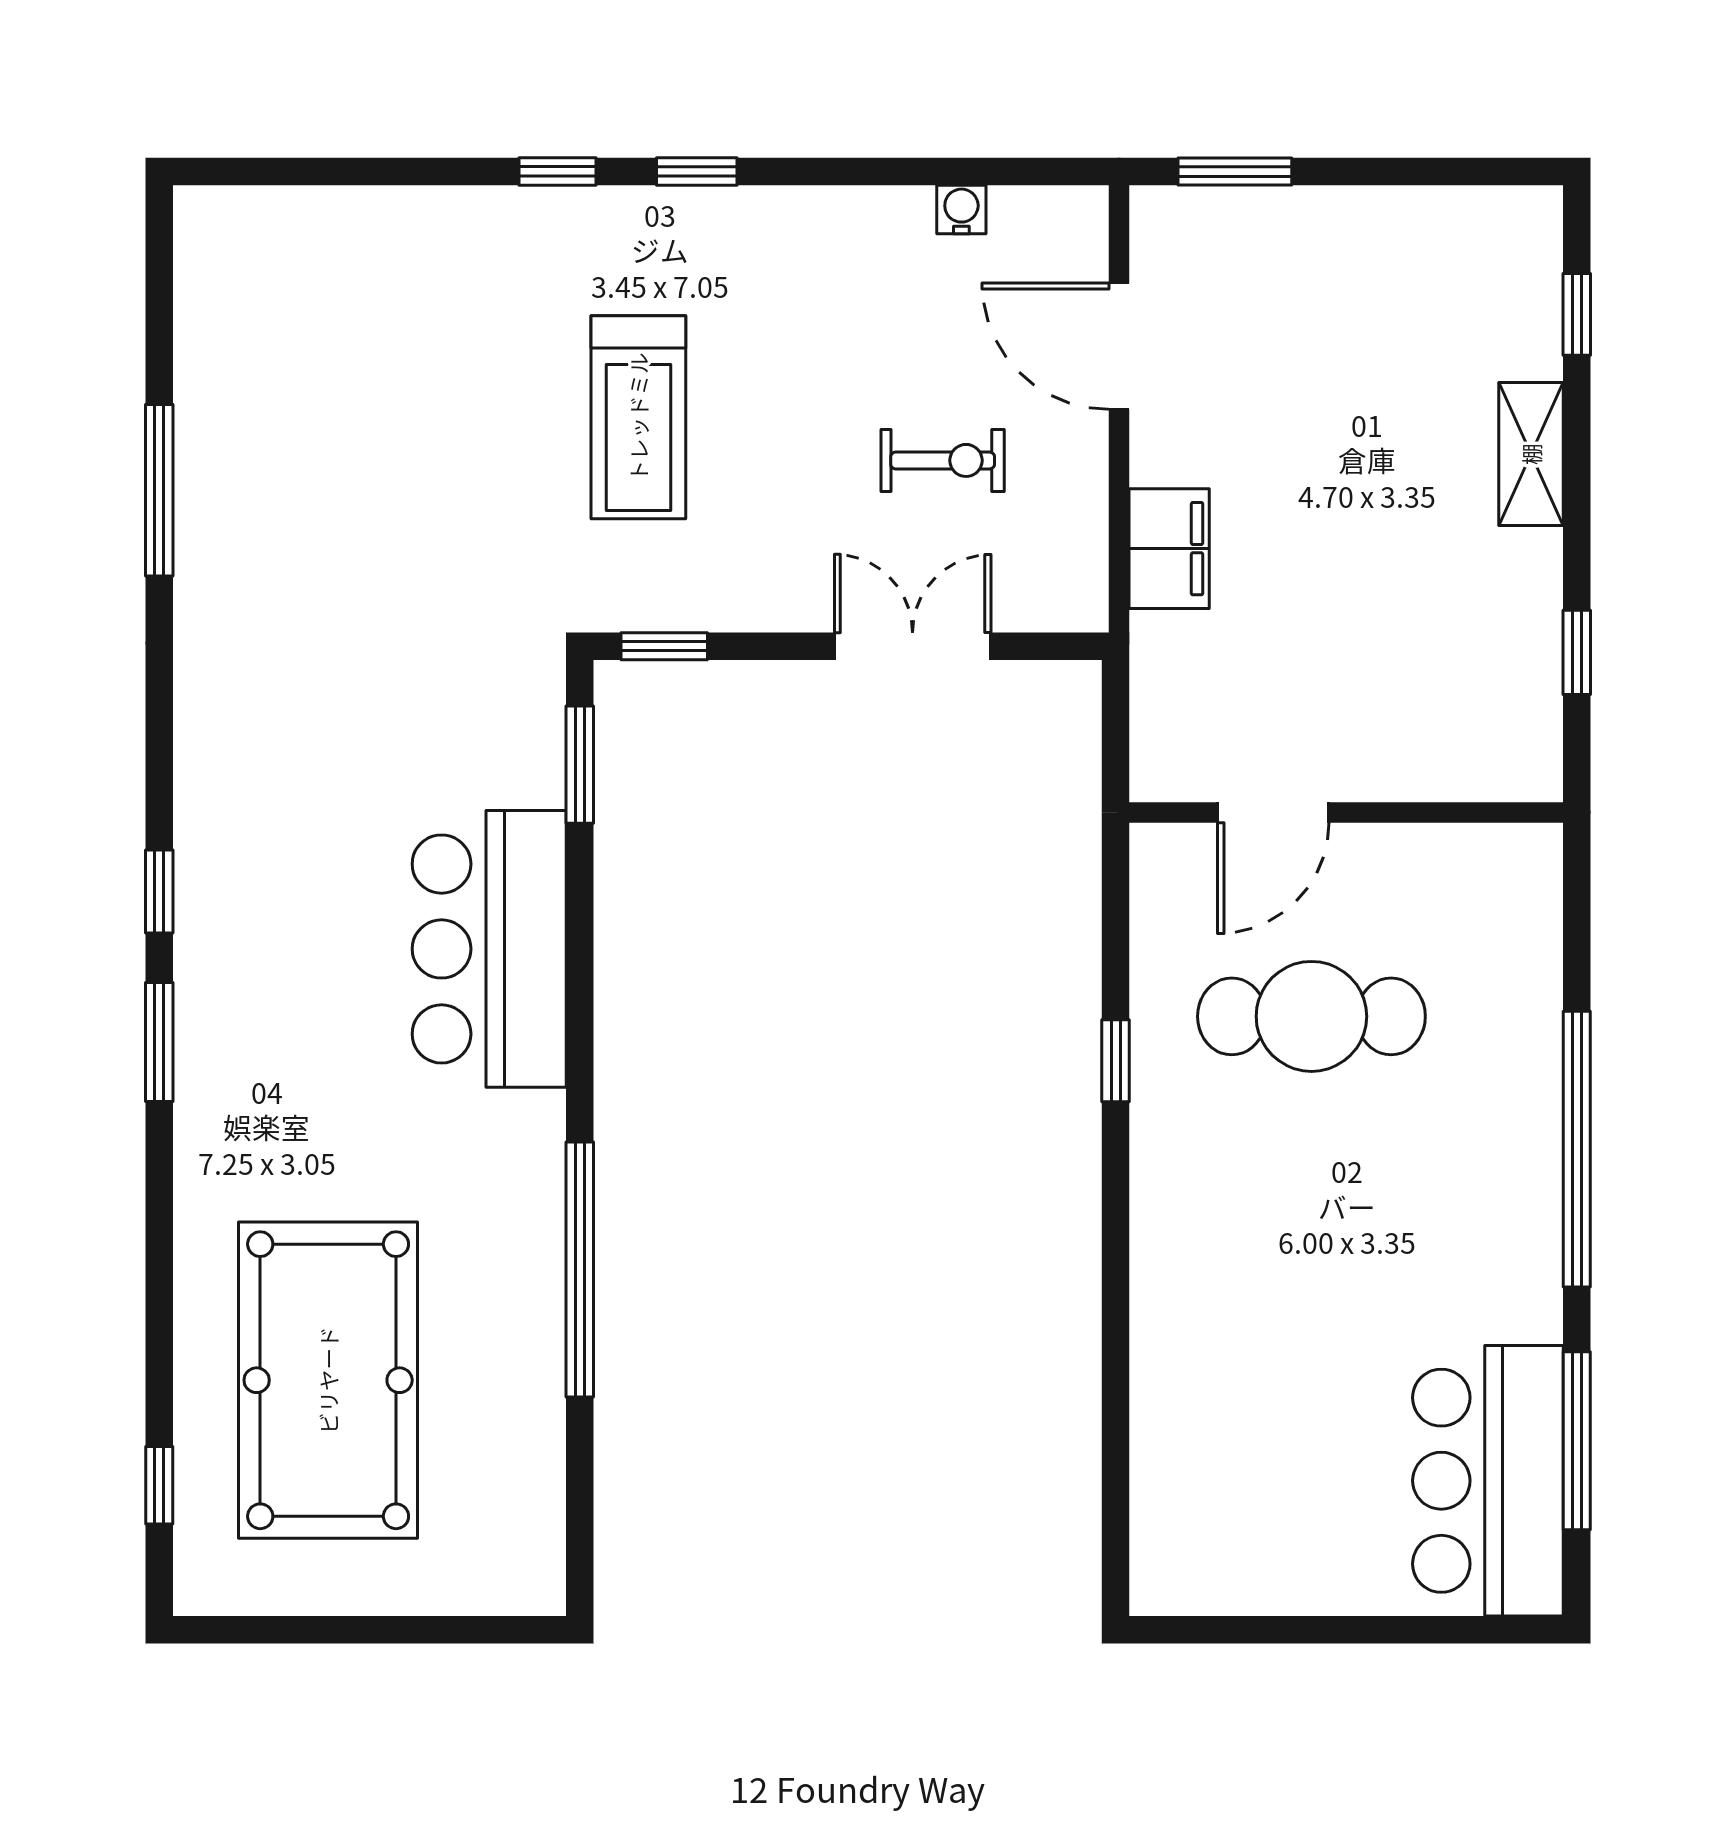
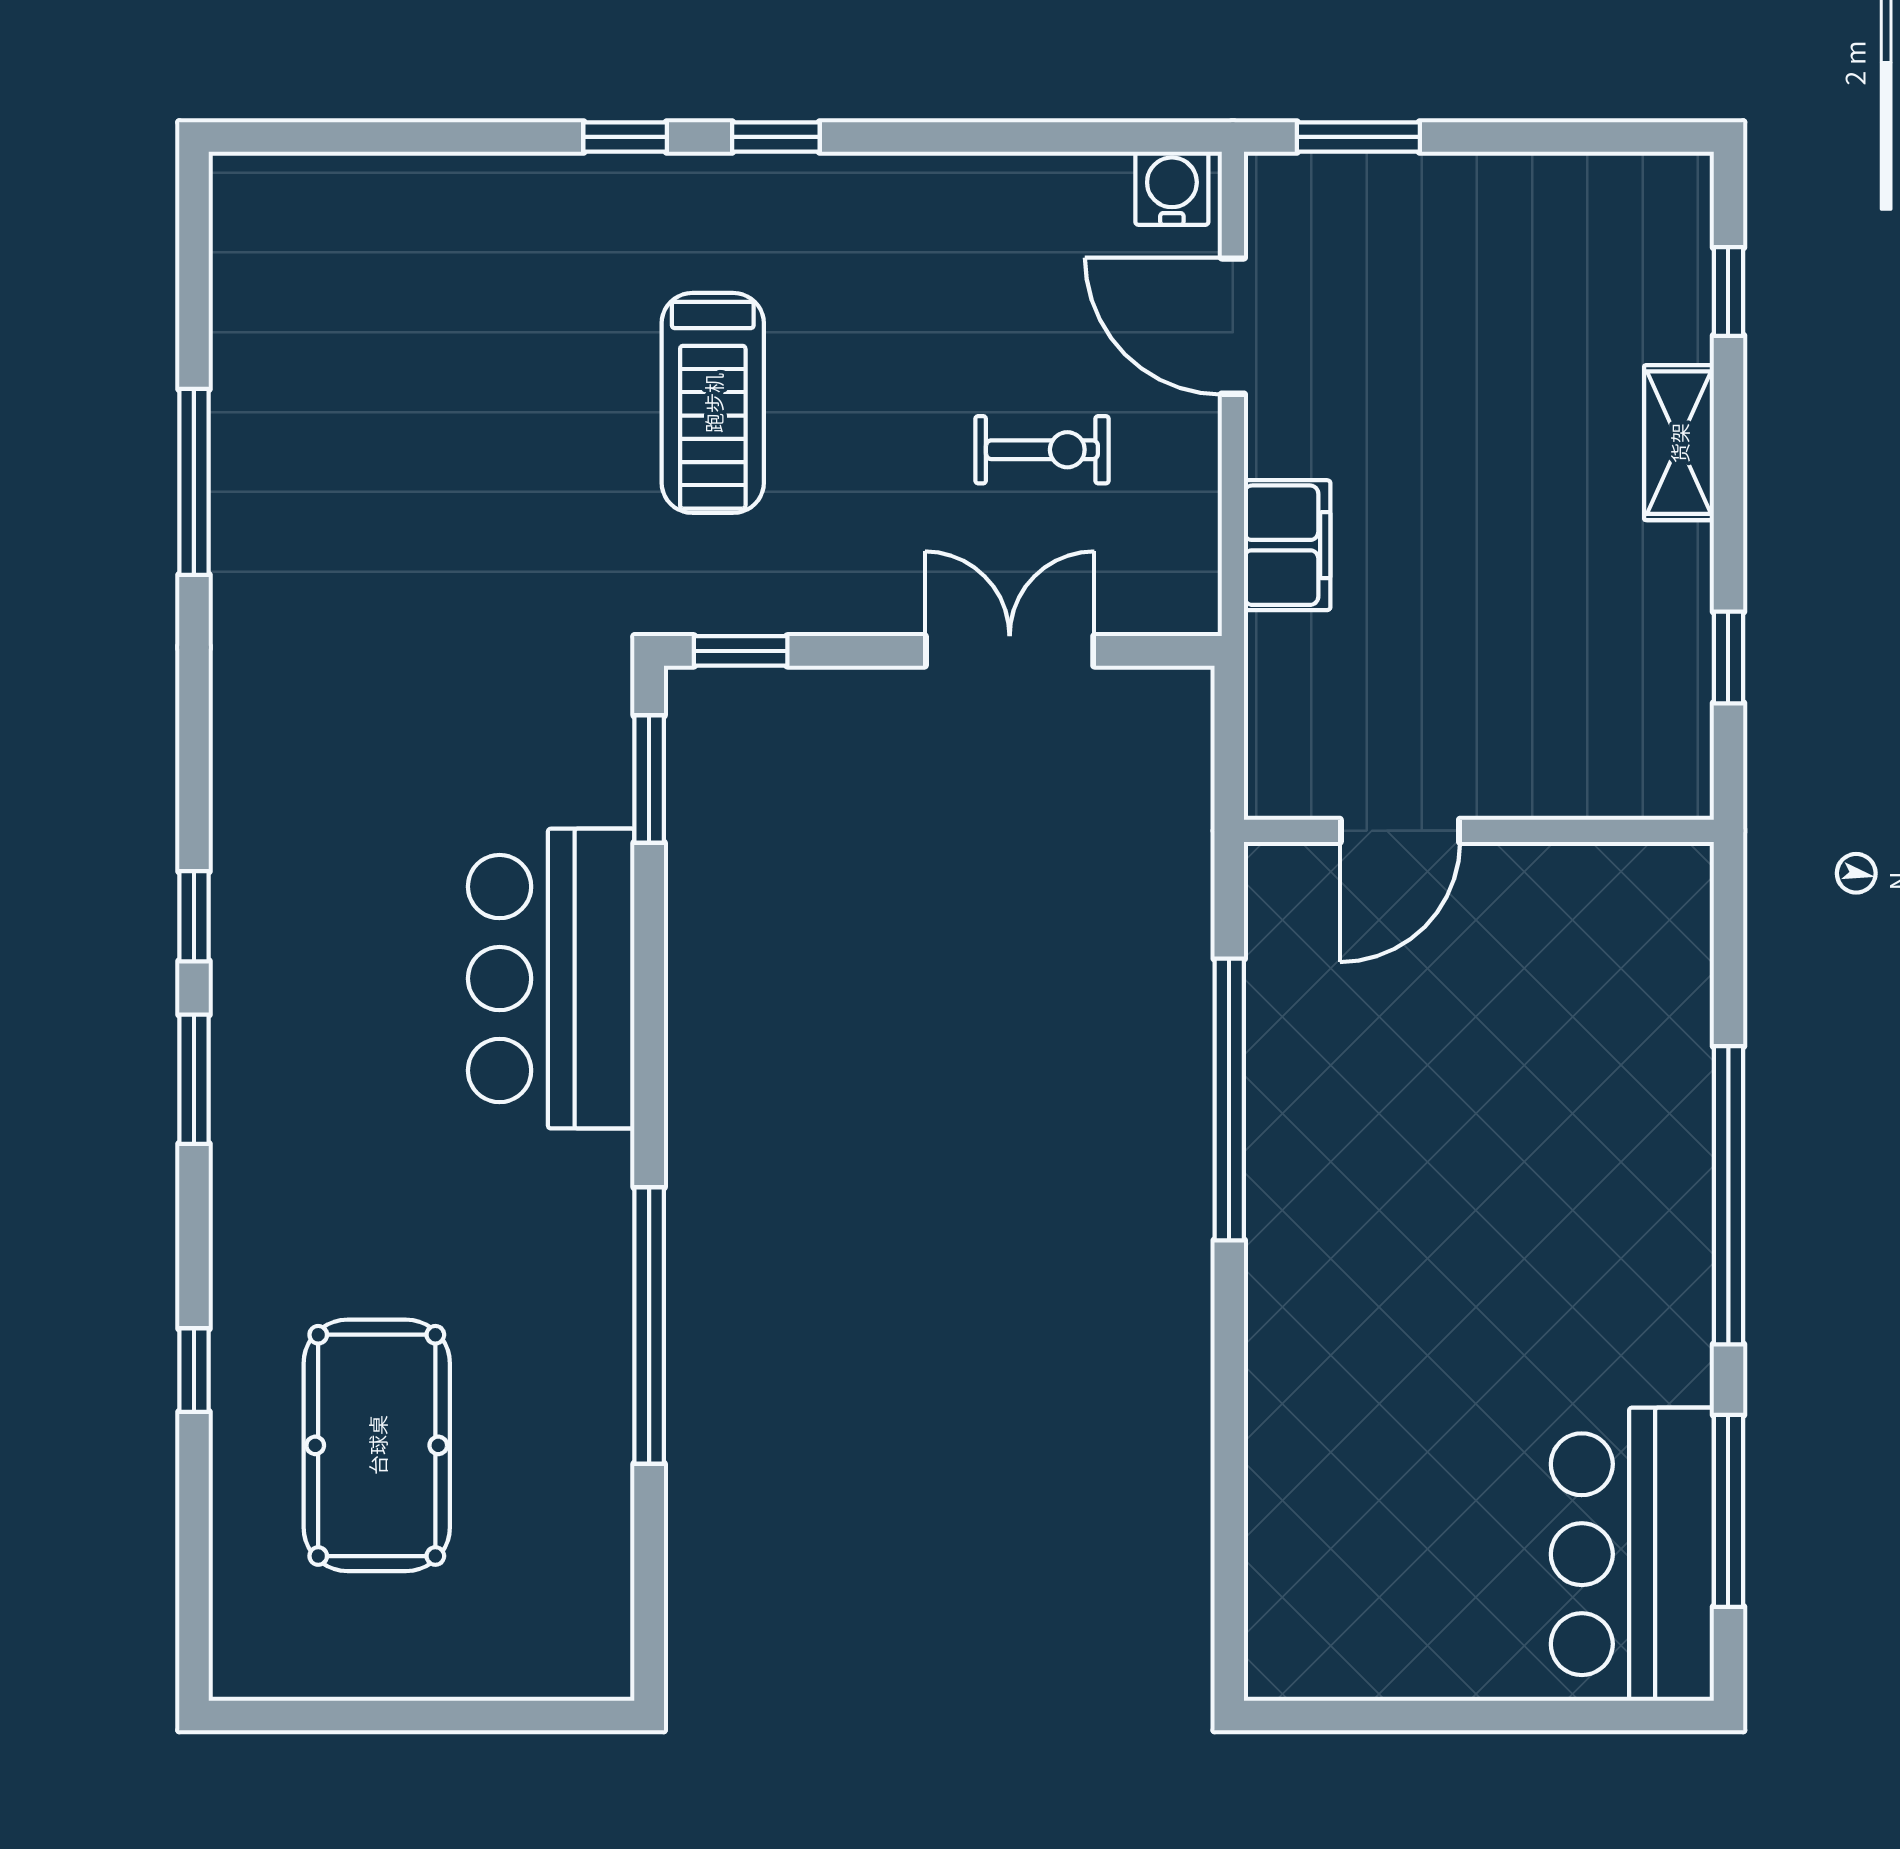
water cooler: (961, 210) -> (1172, 188), moved, width x1.38, depth x1.38
cafe table: (1311, 1016) -> (1441, 1052), removed
window: (1116, 1061) -> (1229, 1100), width x3.17
pool table: (328, 1380) -> (377, 1445), width x0.73, depth x0.76
window: (159, 1485) -> (194, 1370), moved

